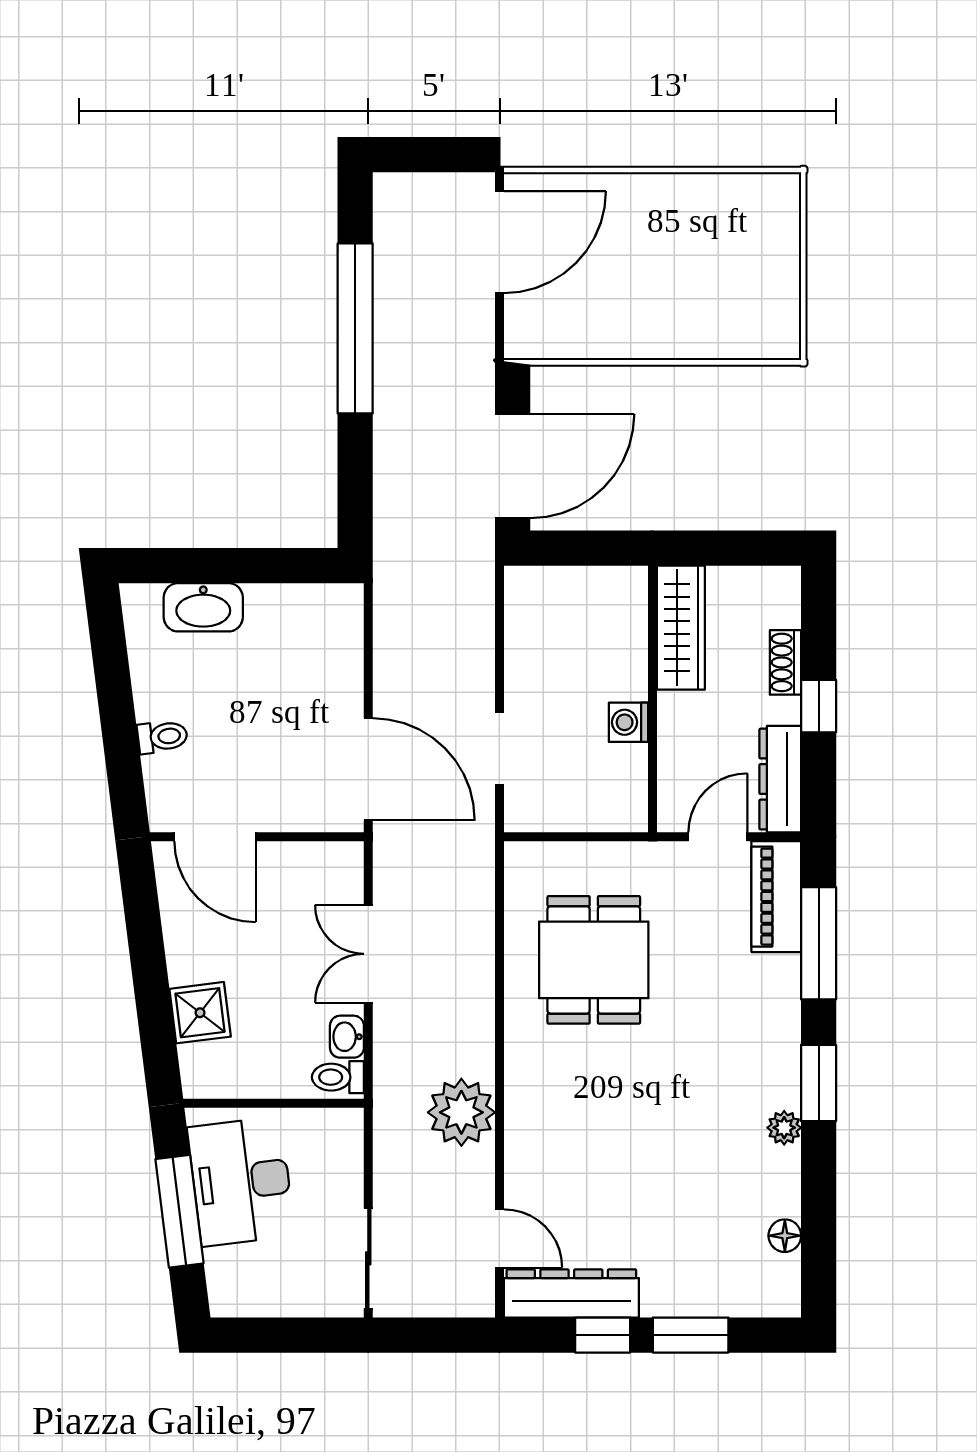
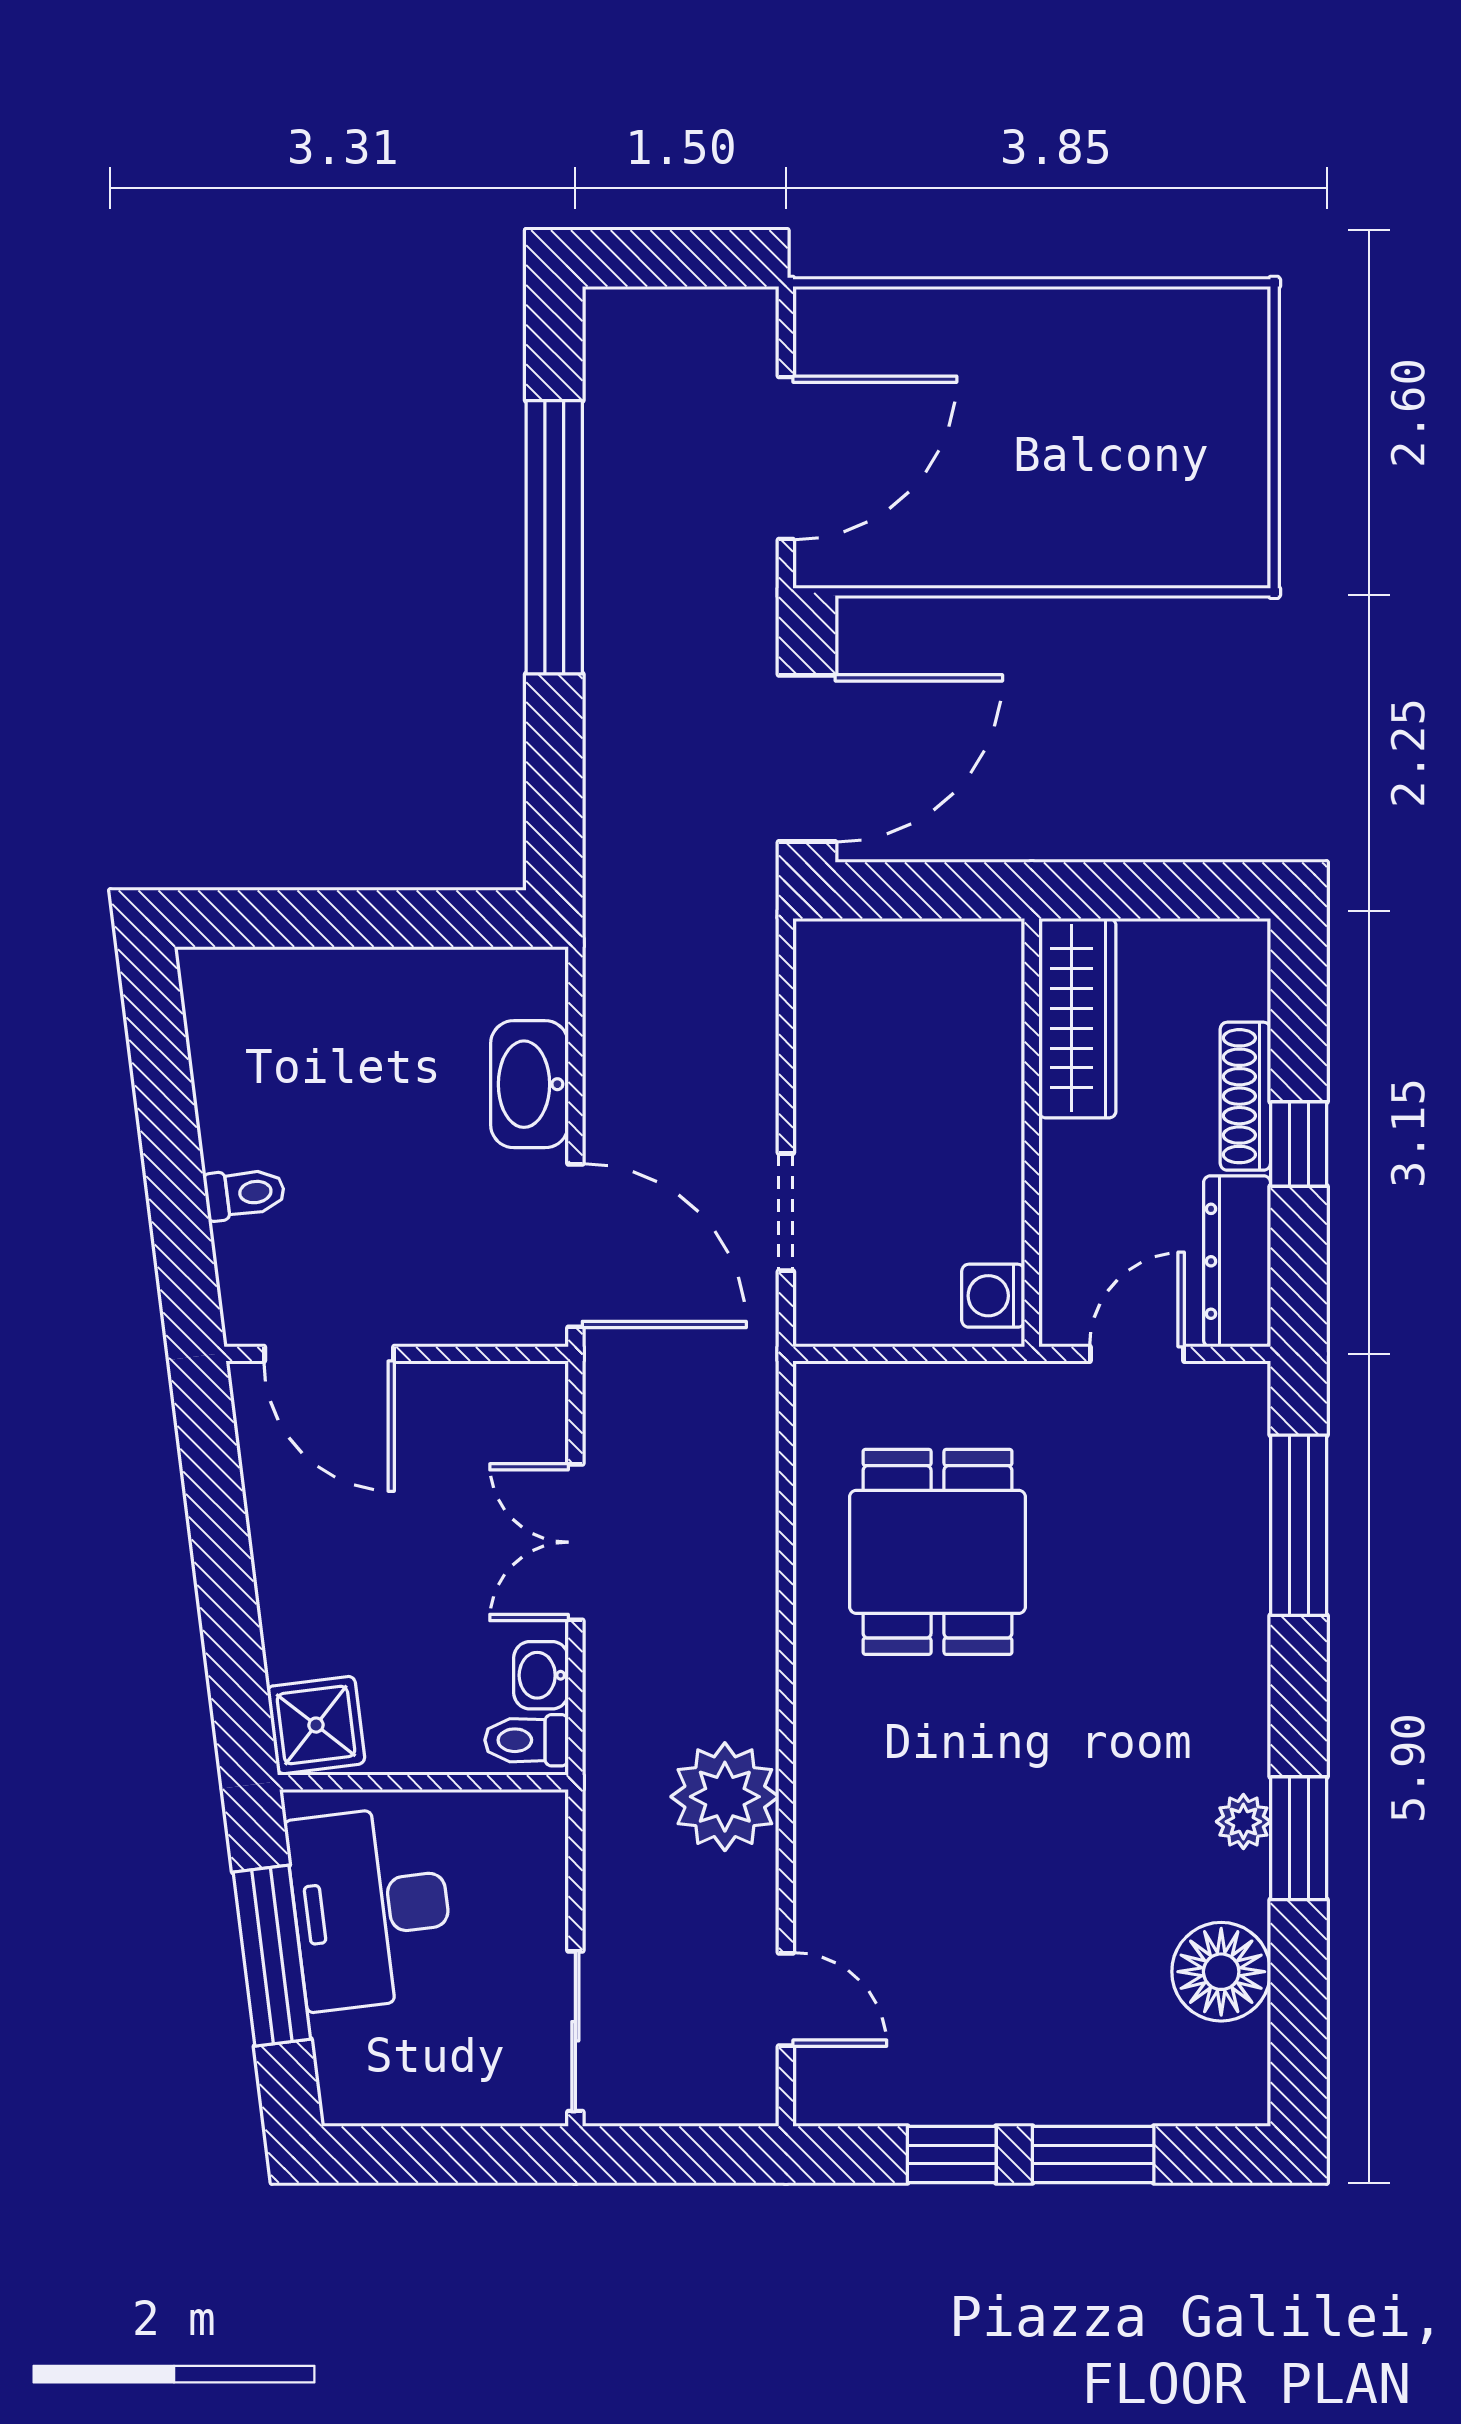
door: (499, 242) -> (786, 458), moved
washbasin: (203, 607) -> (529, 1084), moved, turned 90
shoe rack: (785, 662) -> (1245, 1096), width x1.43
washing machine: (628, 722) -> (993, 1296), moved
piano: (776, 897) -> (1231, 1450), removed
shower: (200, 1013) -> (316, 1725), moved
window: (819, 1083) -> (1299, 1838), moved
floor lamp: (785, 1236) -> (1221, 1972), width x1.89, depth x1.89
dresser: (571, 1293) -> (902, 2088), removed

